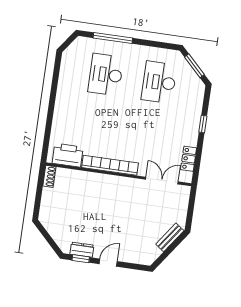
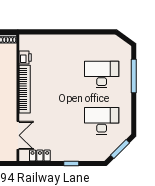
printer: (68, 155) -> (25, 58), width x0.53, depth x0.68

